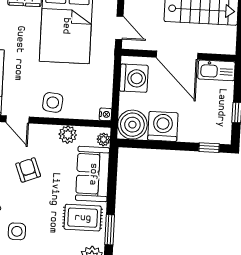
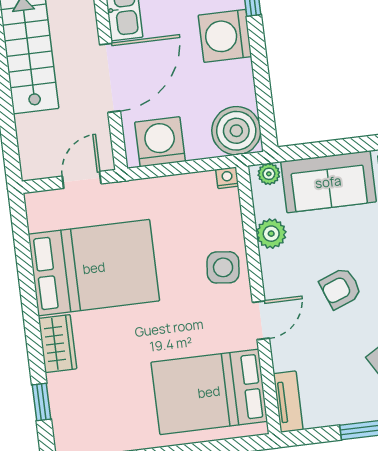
washing machine: (163, 126) -> (225, 36), moved

